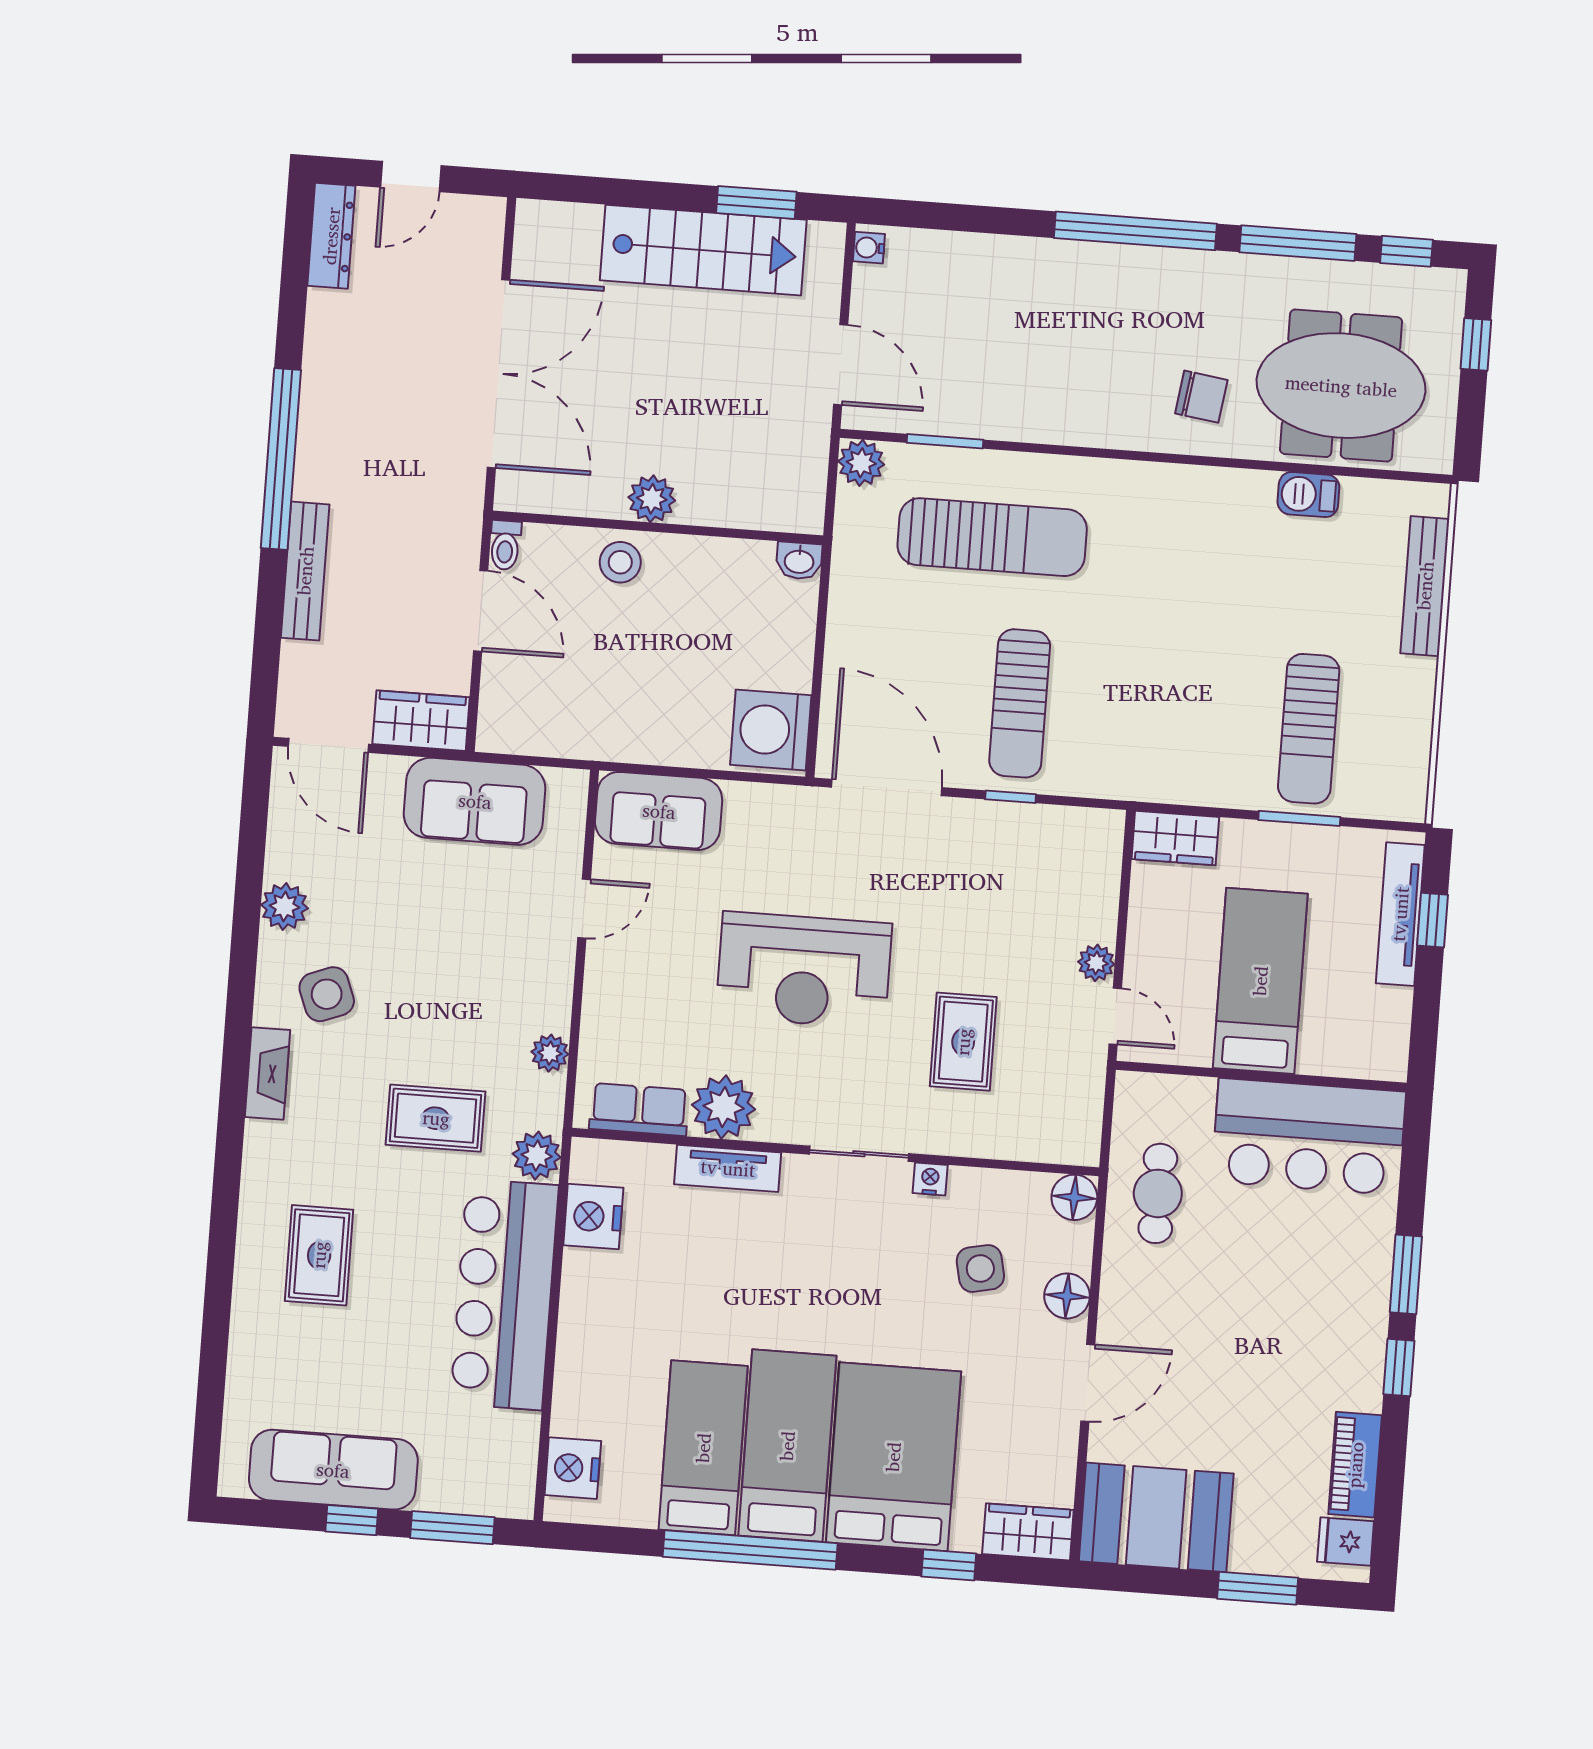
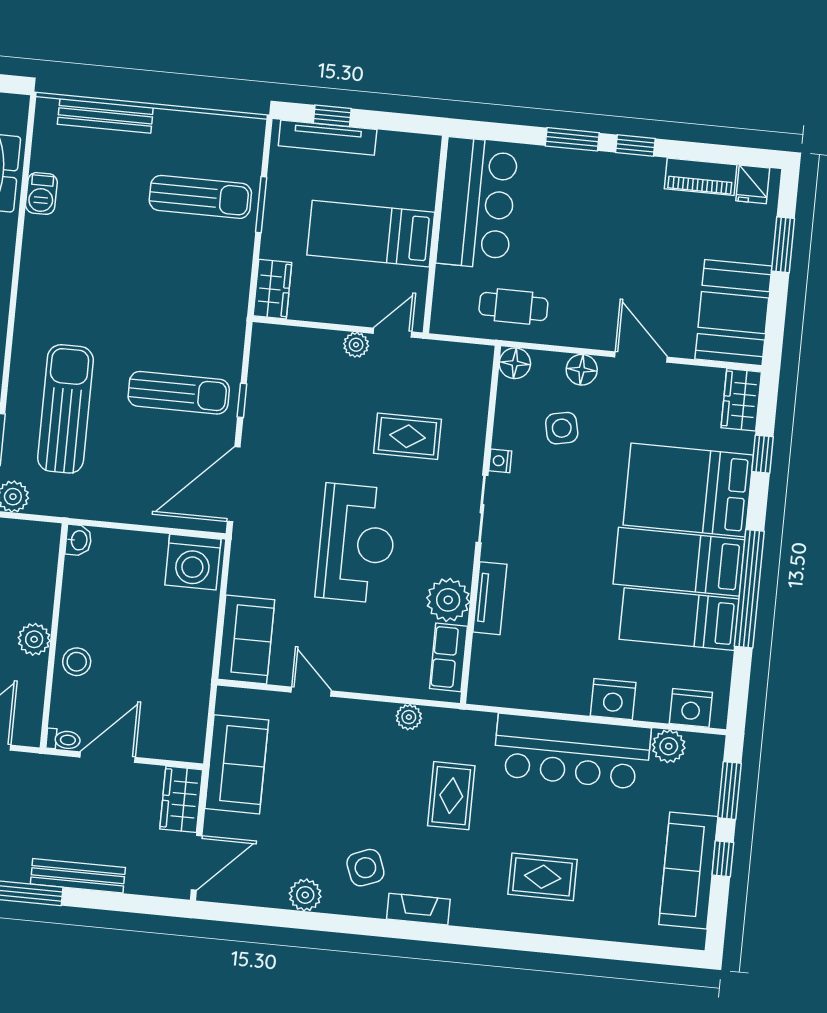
plant: (537, 1156) -> (669, 746), moved
nightstand: (593, 1216) -> (613, 699), moved

